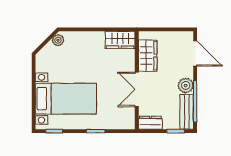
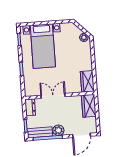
wardrobe: (148, 56) -> (89, 106), moved, turned 90

